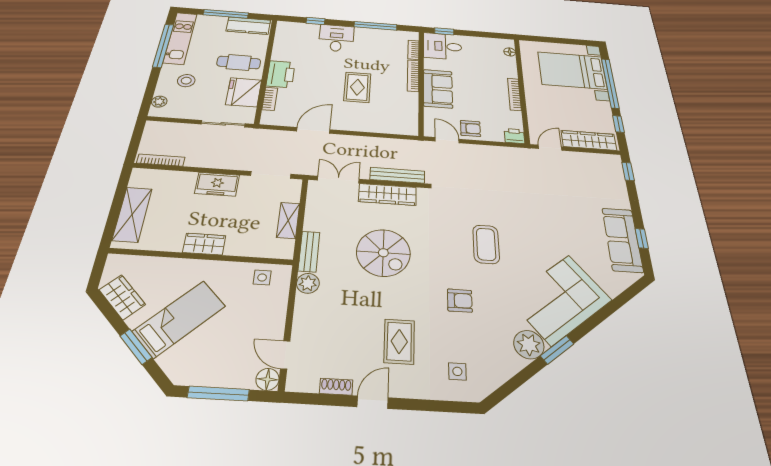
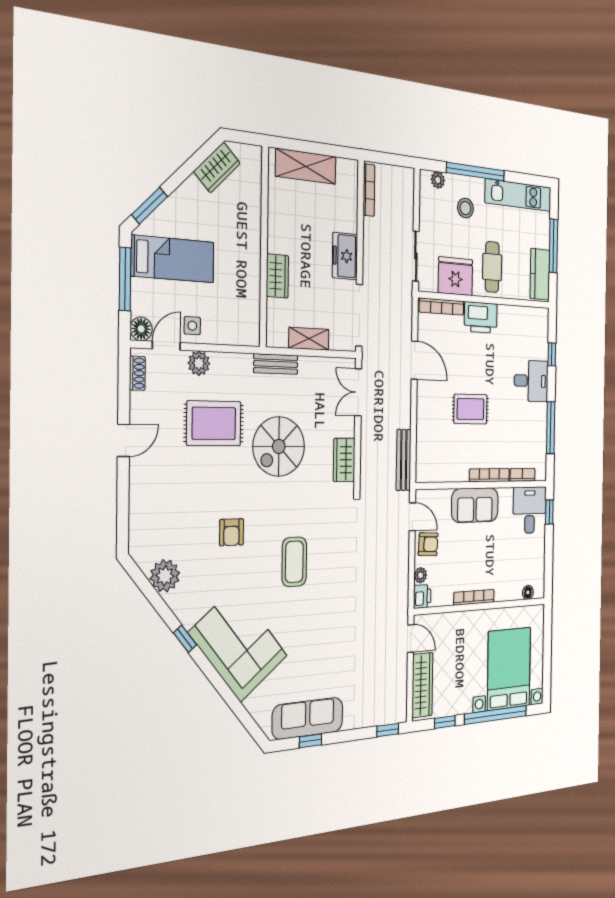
window: (163, 46) -> (476, 172), moved
bookcase: (270, 99) -> (442, 307), width x1.56
armchair: (470, 128) -> (428, 544), turned -87
plant: (497, 136) -> (420, 575), added
door: (447, 140) -> (412, 517), hinge flipped
doorway: (271, 175) -> (359, 315), width x1.36
bench: (397, 175) -> (404, 460), moved
double door: (338, 180) -> (358, 392), swing flipped
wardrobe: (388, 194) -> (344, 460), width x0.67
wardrobe: (204, 244) -> (277, 276), moved
coffee table: (486, 244) -> (294, 562), turned 90
side table: (262, 277) -> (192, 326), moved
plant: (308, 283) -> (199, 363), moved
bed: (179, 319) -> (173, 259), moved, turned -45
rug: (399, 341) -> (214, 423), moved, width x1.36, depth x1.43
plant: (529, 345) -> (165, 576), moved
window: (136, 347) -> (150, 206), moved
window: (557, 350) -> (185, 639), width x0.67
side table: (457, 371) -> (158, 530), removed
shoe rack: (336, 387) -> (137, 373), moved
door: (373, 402) -> (123, 440), hinge flipped

